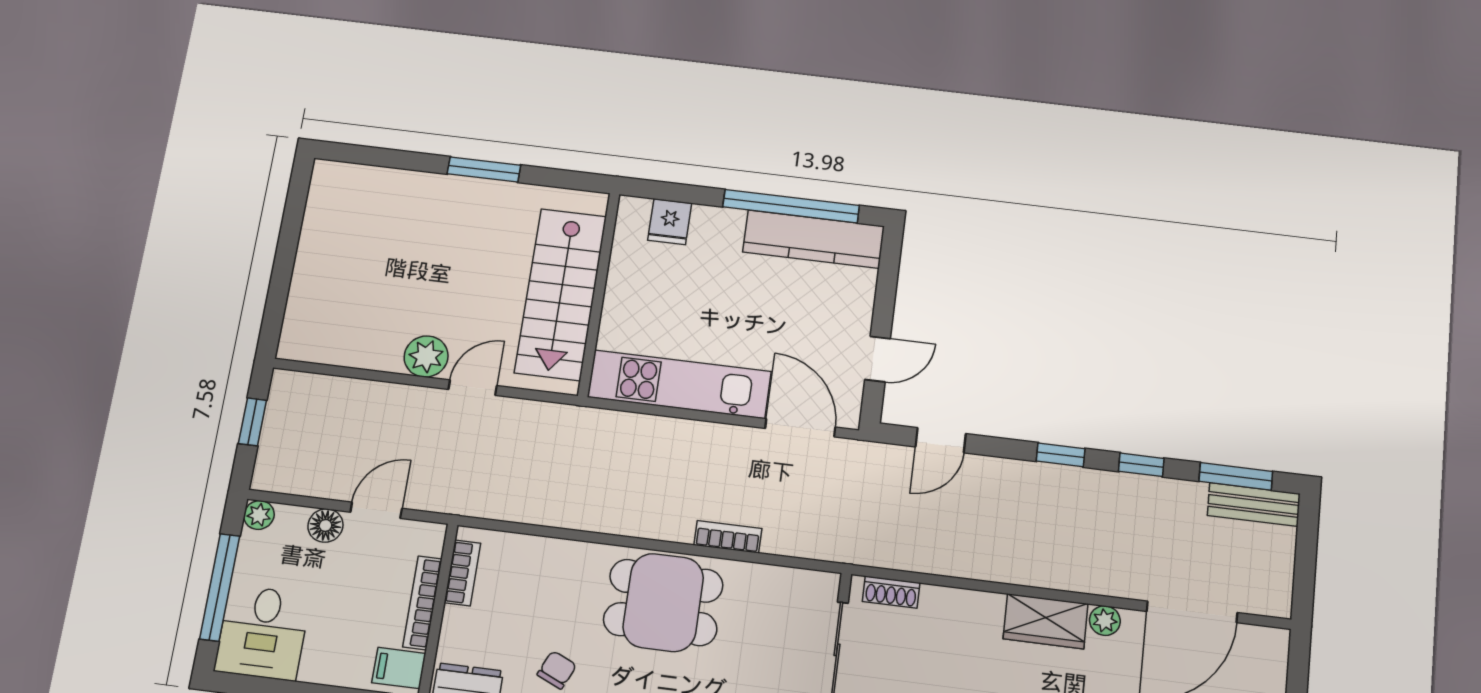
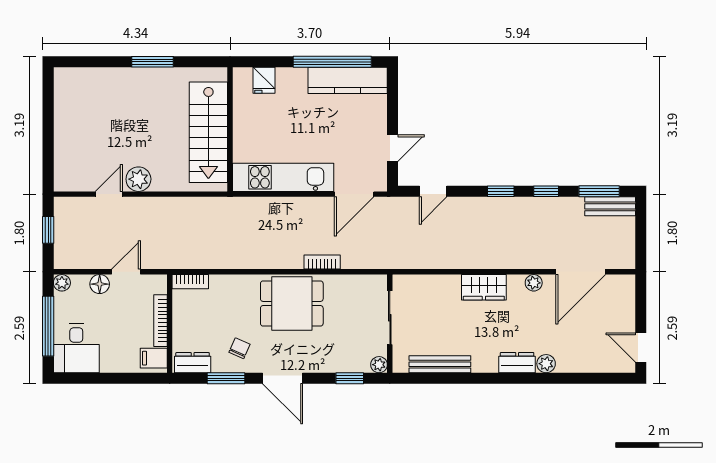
door: (473, 388) -> (109, 194), moved
door: (800, 428) -> (354, 194), swing flipped
bookcase: (462, 573) -> (190, 282), moved, turned 90
shoe rack: (891, 592) -> (415, 282), removed
wardrobe: (1046, 621) -> (484, 287), moved

